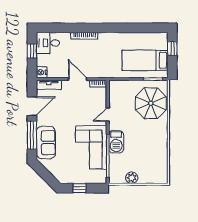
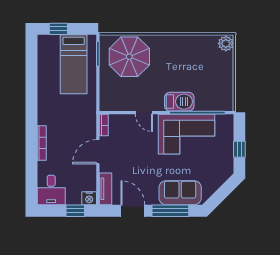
window: (32, 51) -> (75, 211), moved
plant: (132, 178) -> (226, 43), moved

